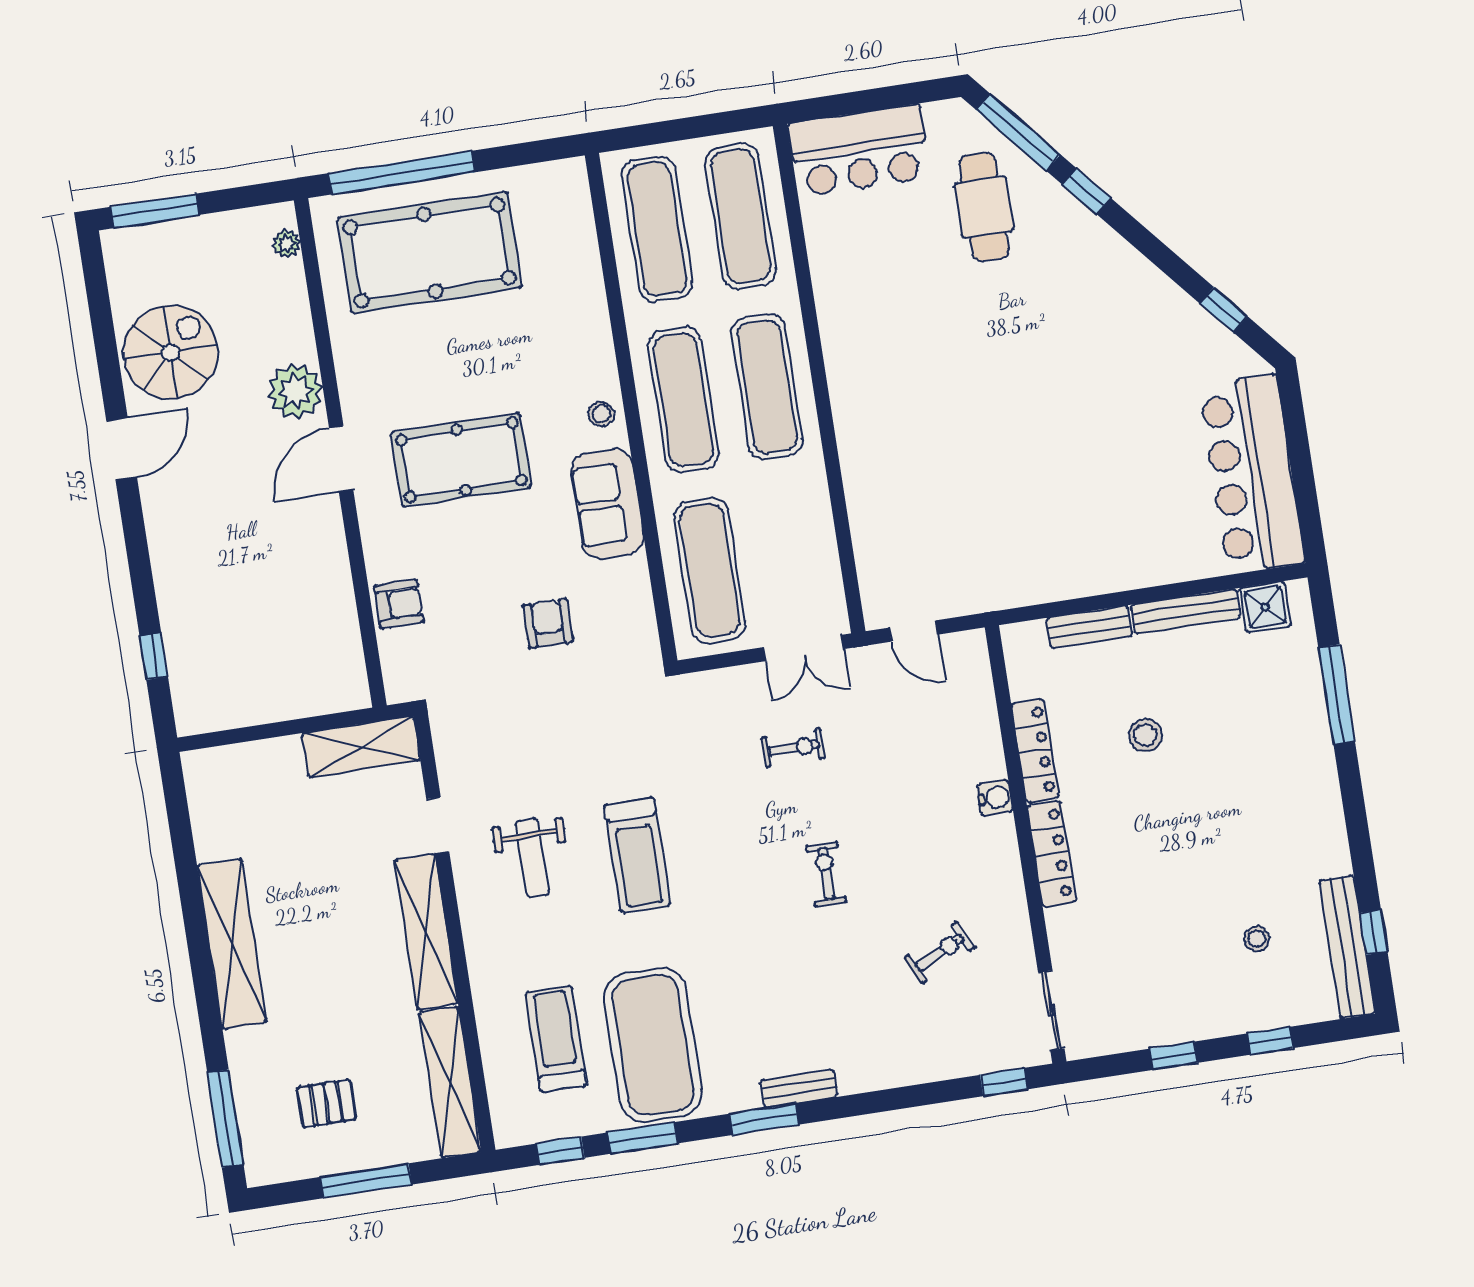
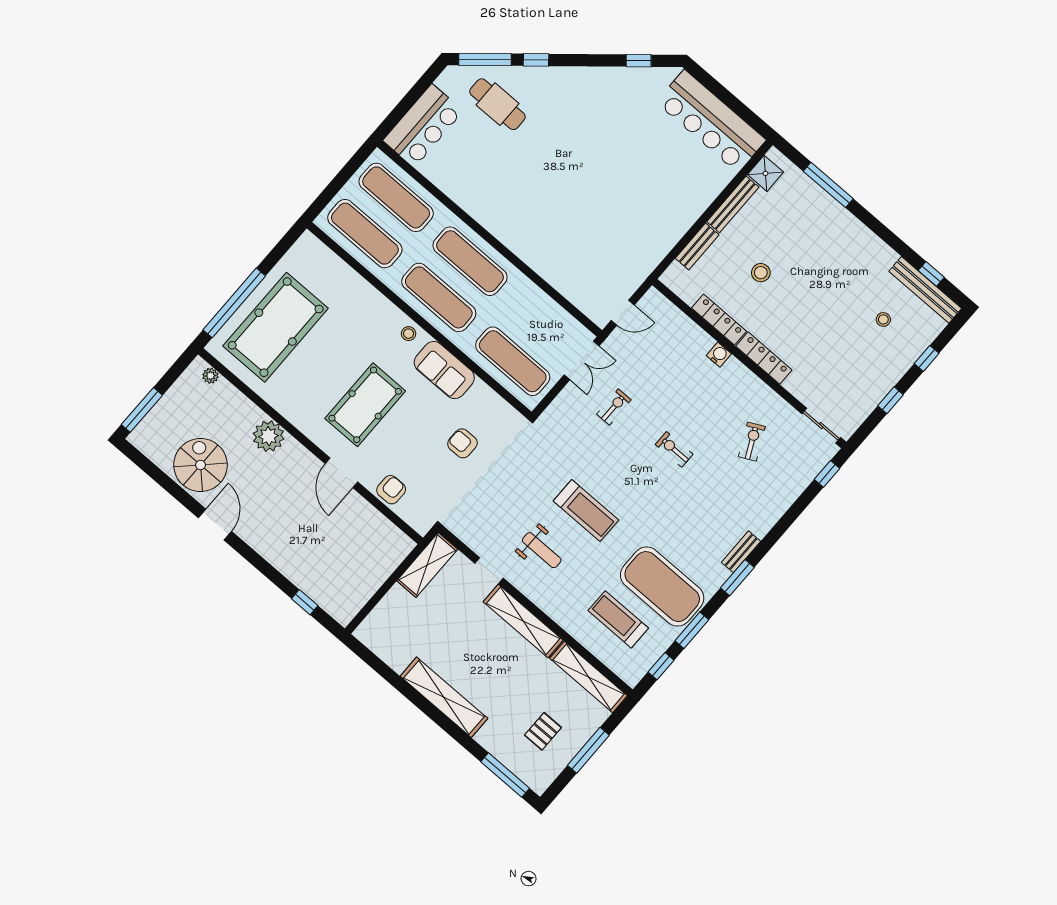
door: (341, 459) -> (341, 473), moved

